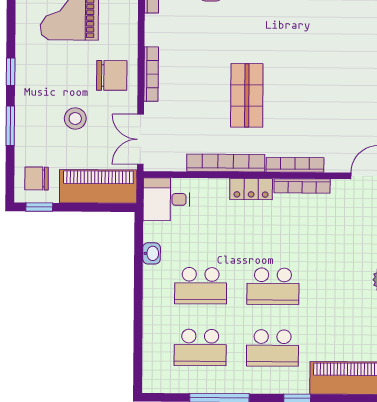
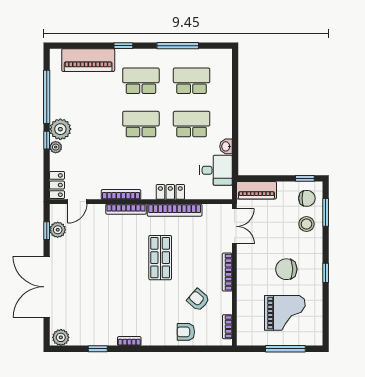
armchair: (193, 35) -> (198, 300), added
chair: (112, 75) -> (286, 269), moved
stool: (75, 119) -> (306, 224), moved
window: (10, 126) -> (326, 212), moved
piano: (98, 186) -> (256, 190), width x0.73, depth x0.75
locker: (251, 189) -> (170, 192), moved
desk: (166, 199) -> (216, 170), moved

